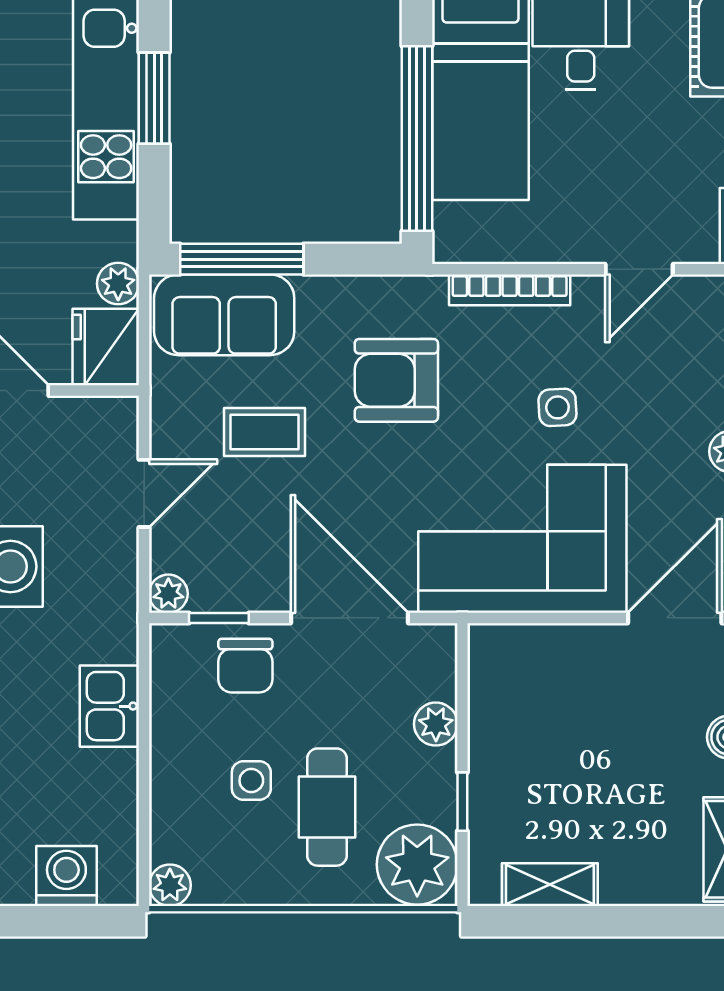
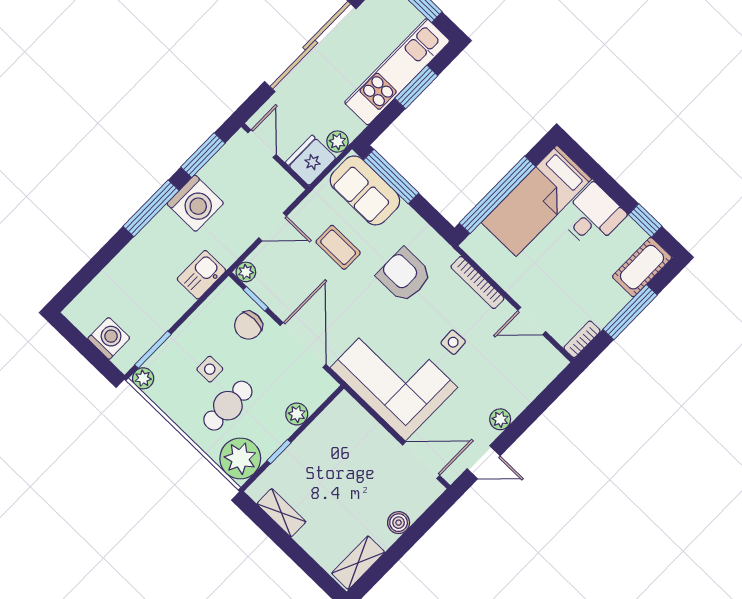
kitchen sink: (109, 706) -> (201, 275), moved
window: (144, 831) -> (153, 349), added

